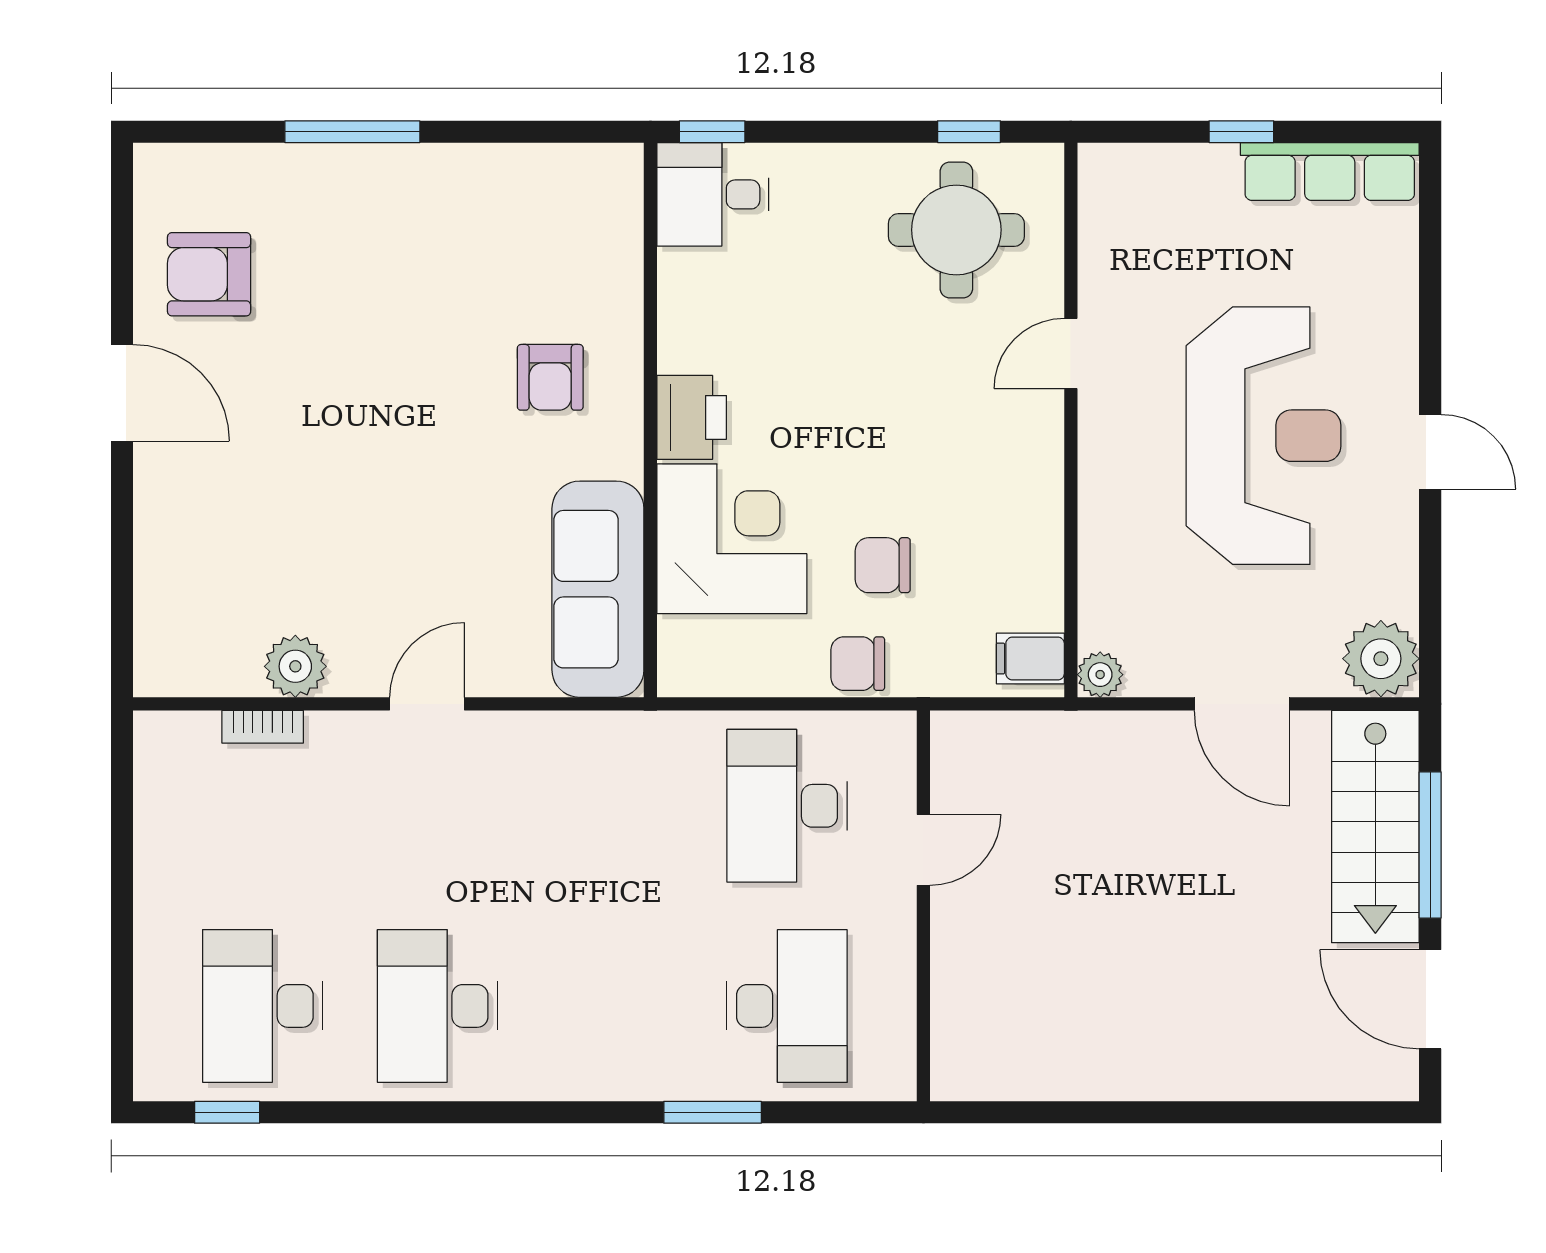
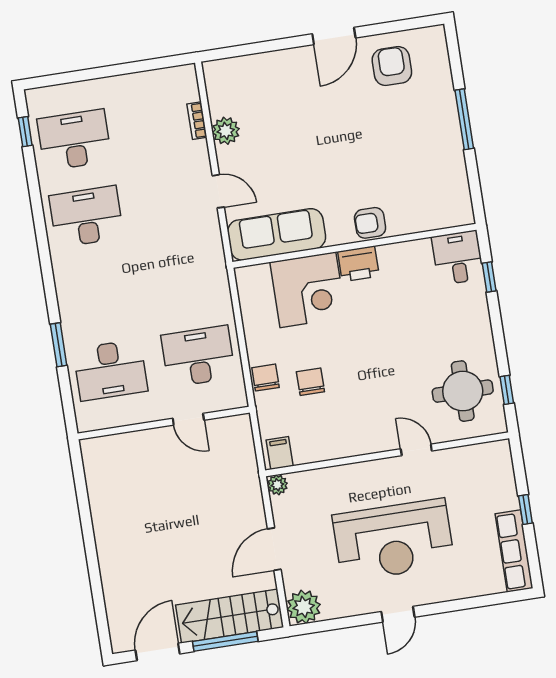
desk: (713, 194) -> (458, 258), moved
printer: (692, 417) -> (358, 264), moved
wall: (650, 420) -> (354, 246), moved
corner desk: (732, 539) -> (308, 290), moved
sofa: (598, 589) -> (277, 234), moved

